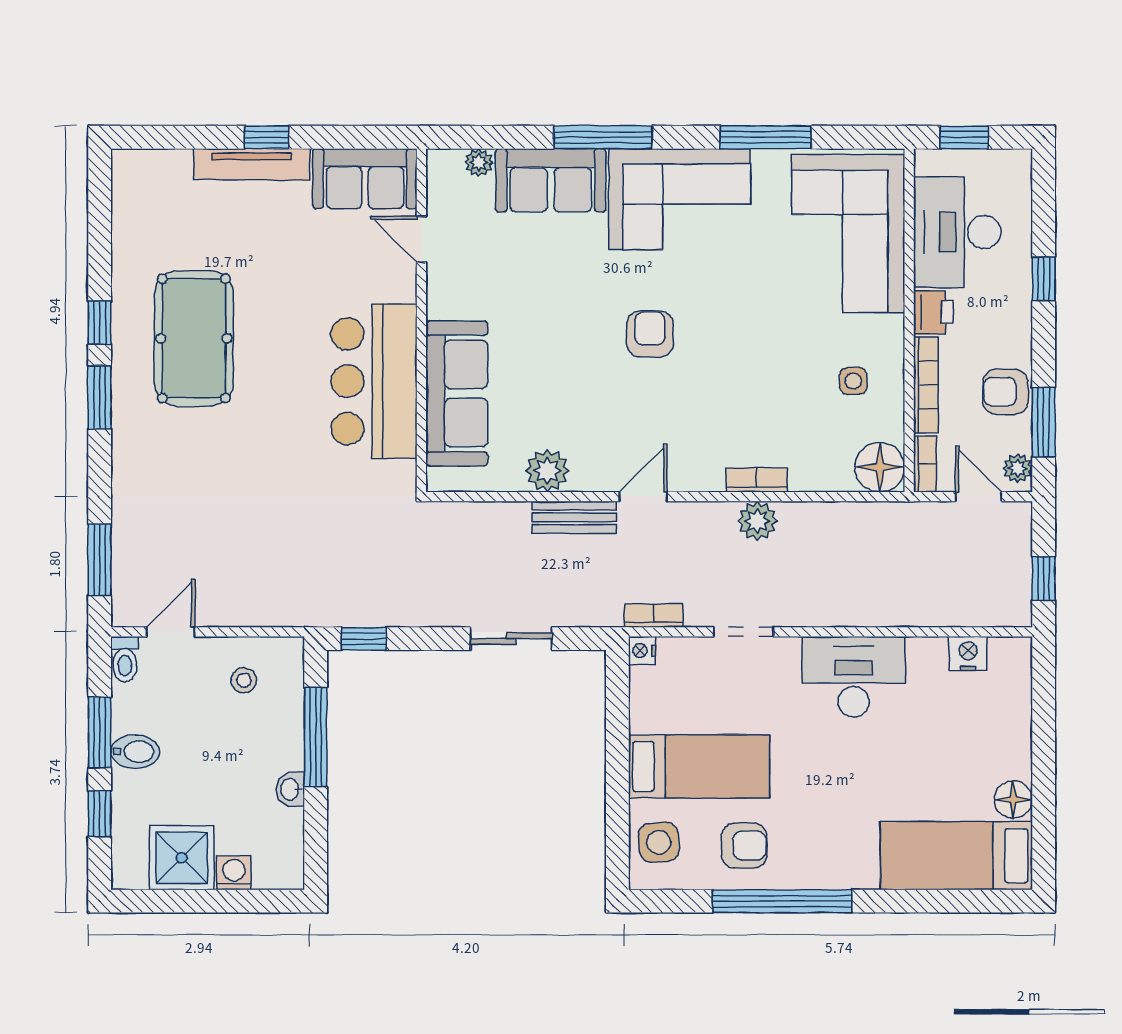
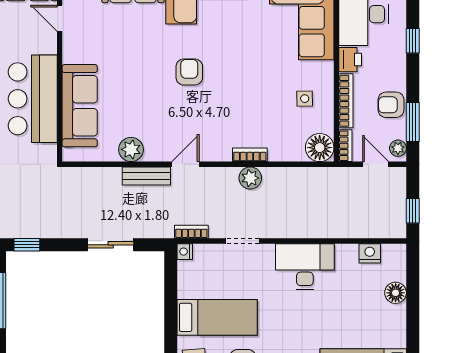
floor lamp: (1013, 800) -> (396, 293), moved

